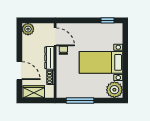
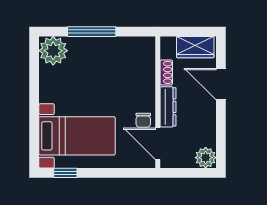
bed with nightstands: (101, 62) -> (77, 136), moved
window: (80, 101) -> (92, 32), moved

